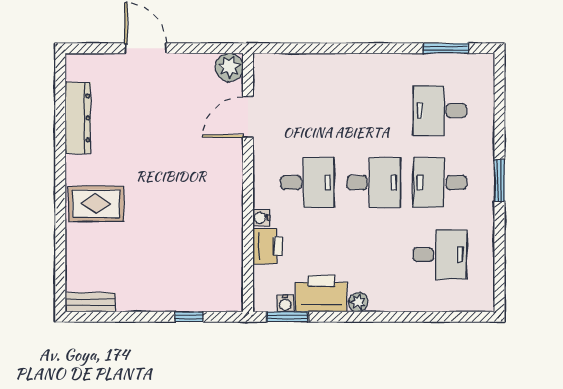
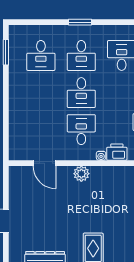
plant: (229, 67) -> (81, 174), moved
desk: (374, 183) -> (81, 93), turned 180

